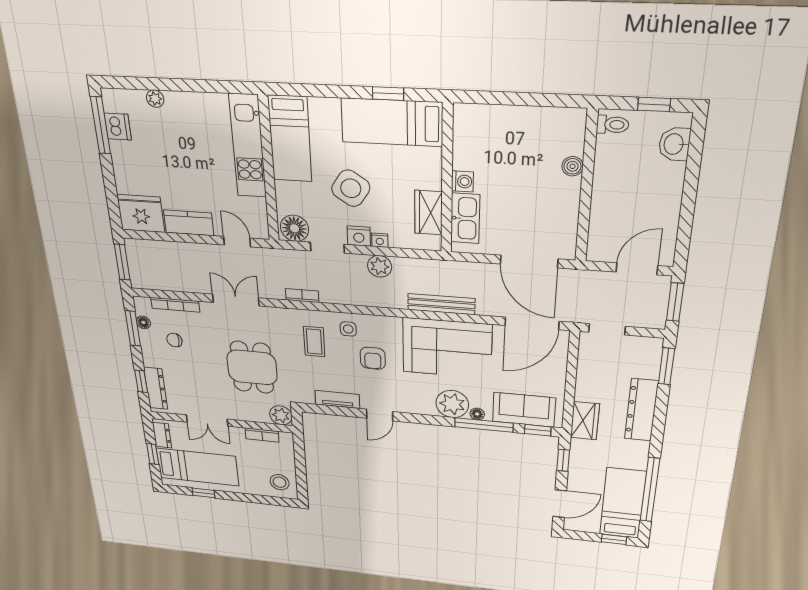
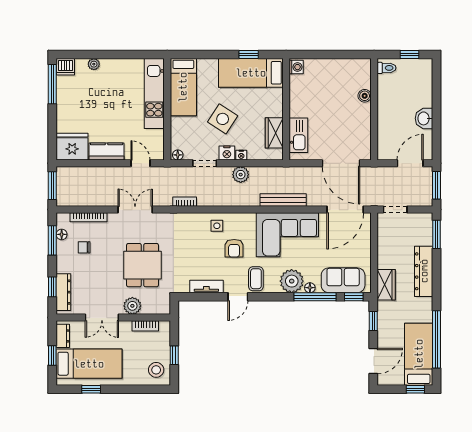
dishwasher: (118, 127) -> (66, 67), moved, turned 90
washbasin: (674, 144) -> (424, 118), moved
washing machine: (462, 181) -> (296, 67), moved
floor lamp: (294, 228) -> (178, 155), width x0.53, depth x0.53
coffee table: (314, 342) -> (256, 279), moved
plant: (281, 415) -> (132, 306), moved
window: (301, 470) -> (174, 355), added

